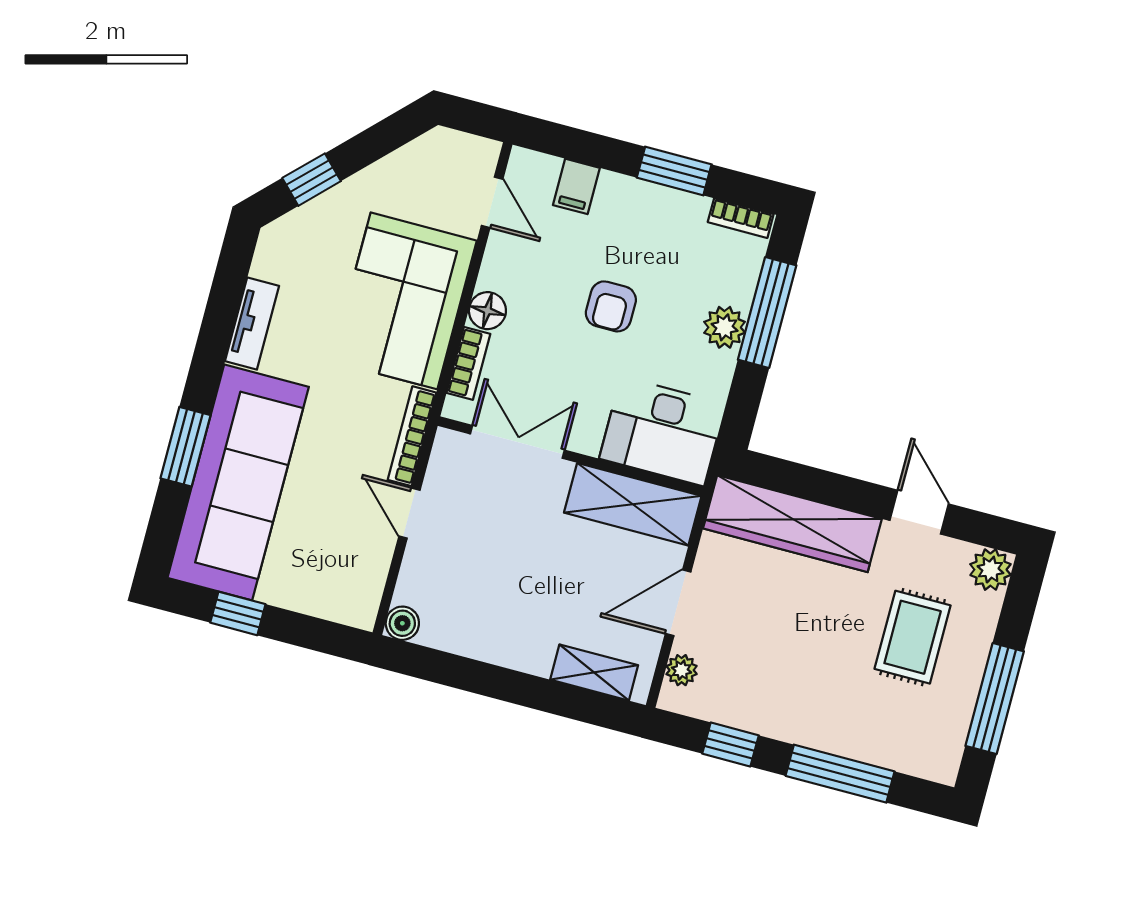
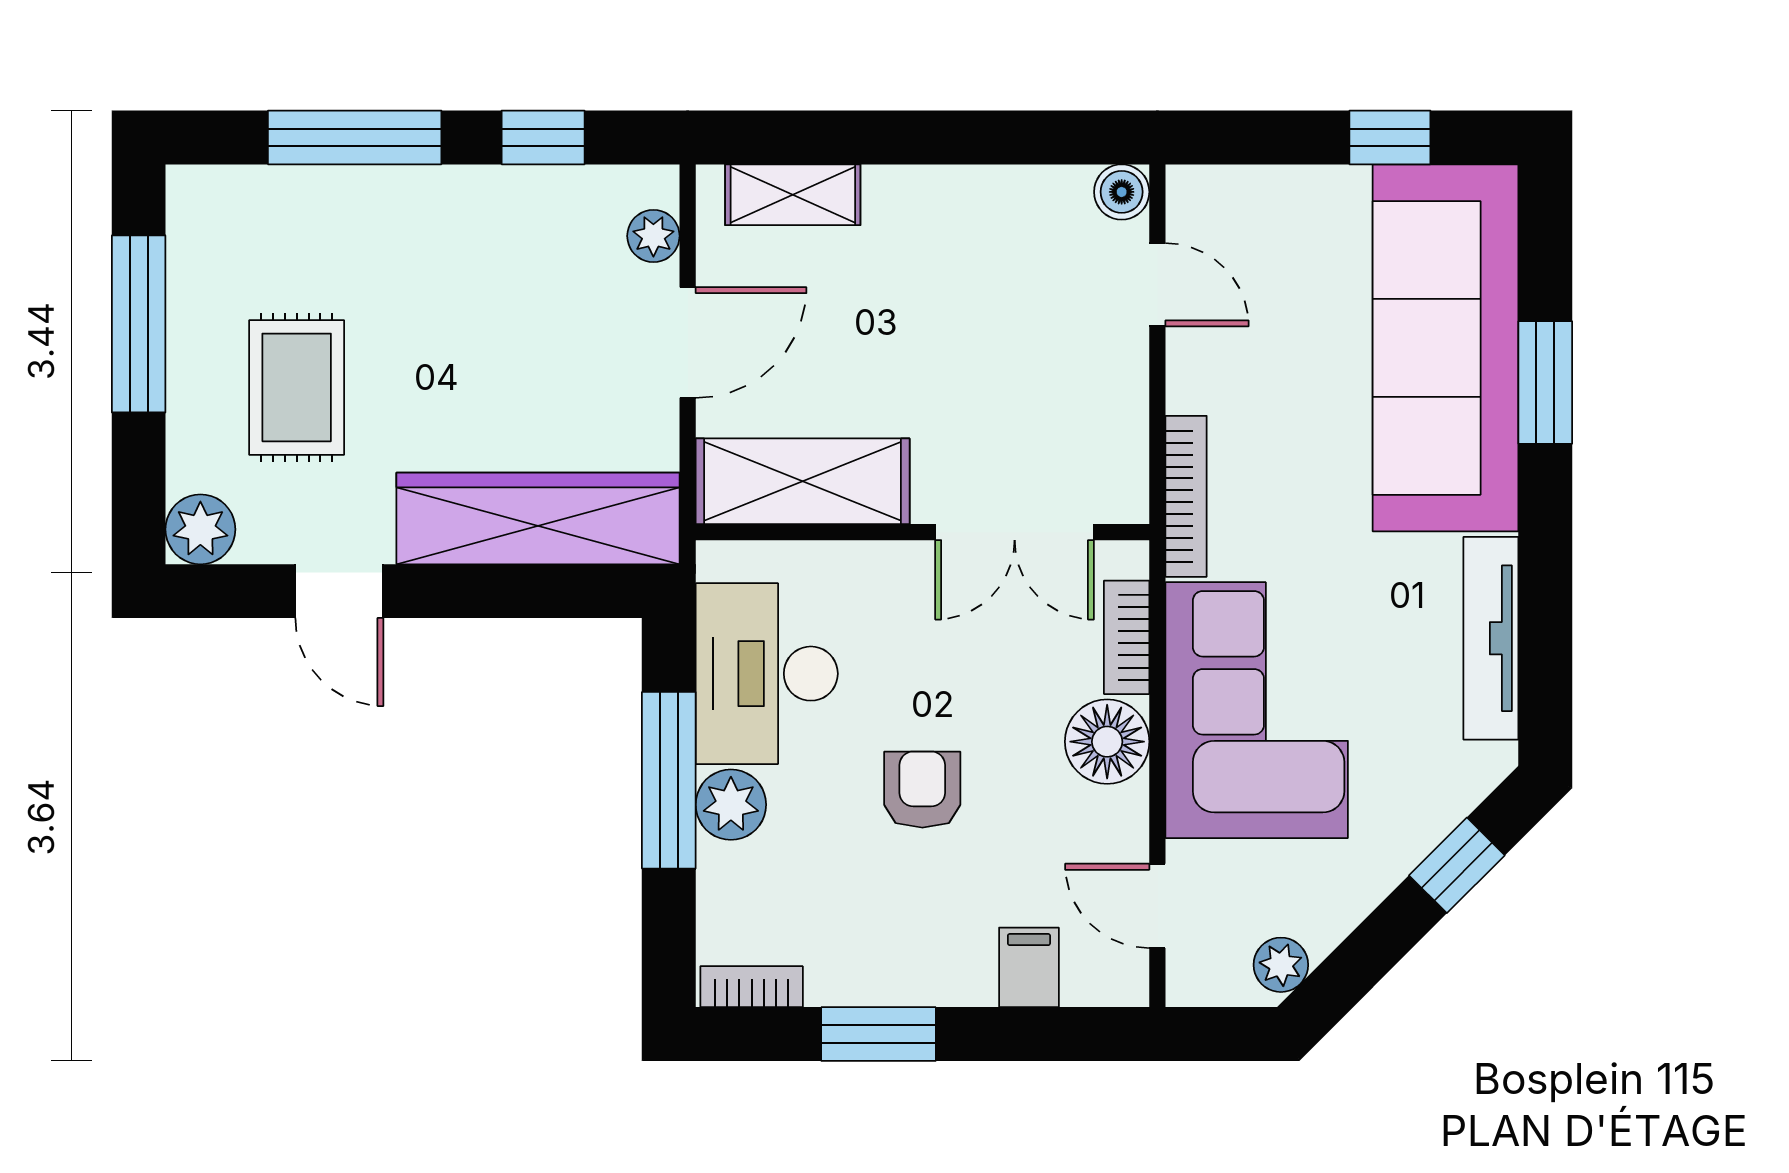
plant: (429, 149) -> (1281, 965), added
floor lamp: (487, 311) -> (1107, 742), width x1.38, depth x1.38
window: (767, 313) -> (669, 780), moved
tv unit: (252, 324) -> (1491, 638), width x1.41
desk: (662, 431) -> (767, 674), moved, turned -90
door: (409, 513) -> (1157, 285), moved

